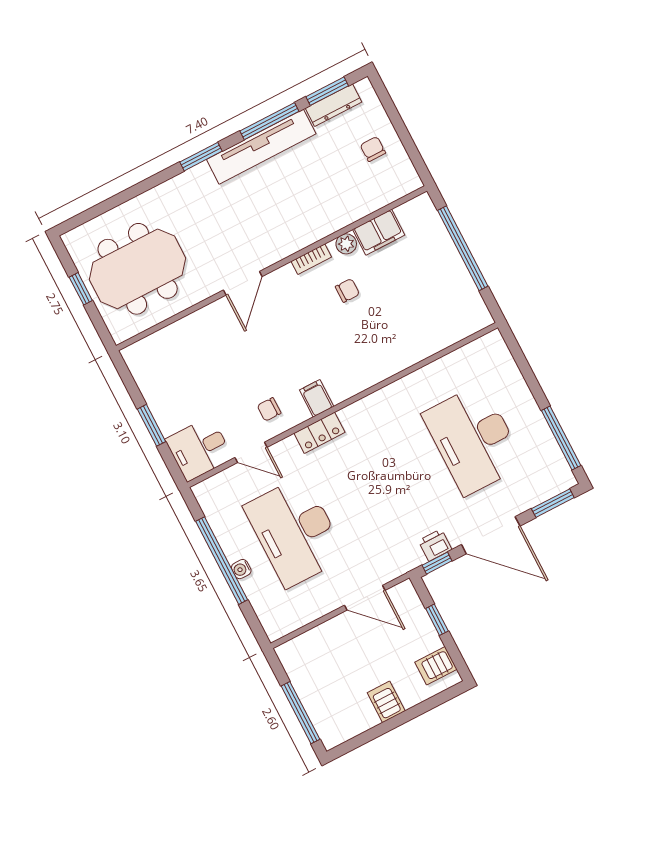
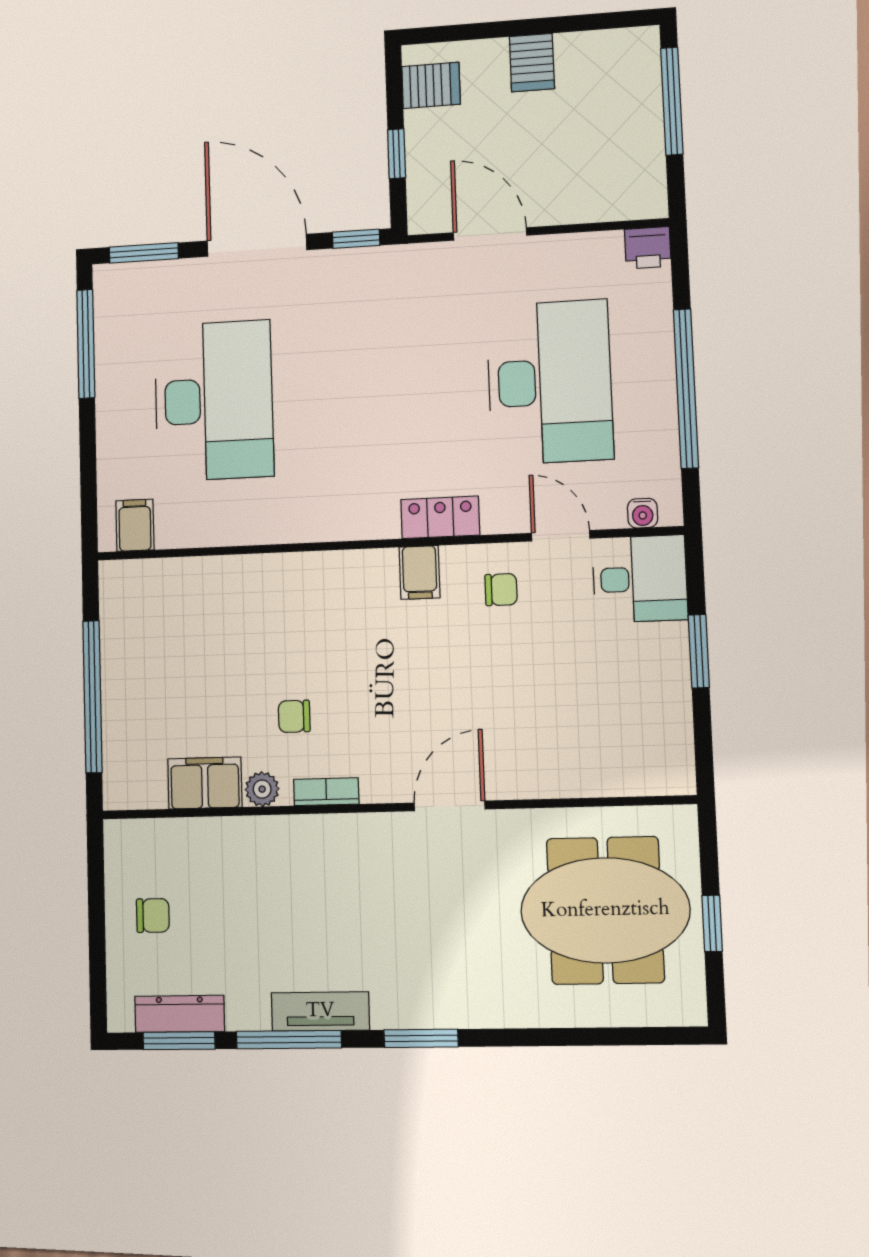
tv unit: (261, 147) -> (320, 1011), width x0.52, depth x0.78
chair: (373, 149) -> (153, 915), turned -90
filing cabinet: (484, 351) -> (135, 525), added
printer: (435, 545) -> (648, 248), moved
water cooler: (241, 569) -> (643, 513), moved, turned 90

